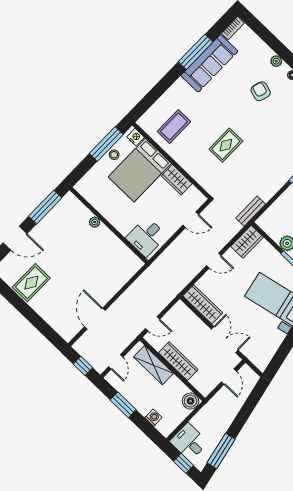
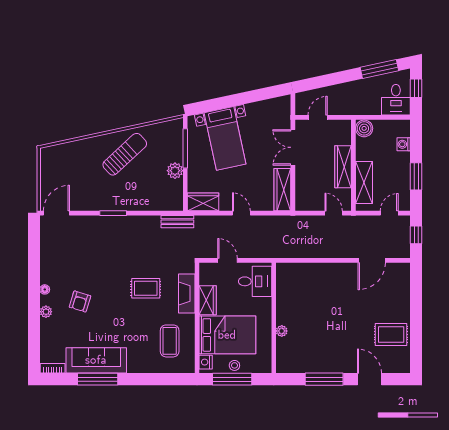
coffee table: (174, 127) -> (170, 341), turned 90
fireplace: (195, 170) -> (187, 293), added
plant: (95, 222) -> (282, 331), moved
wall: (109, 225) -> (274, 318), moved
desk: (146, 237) -> (255, 281), moved

